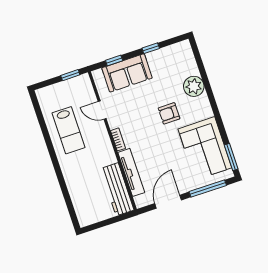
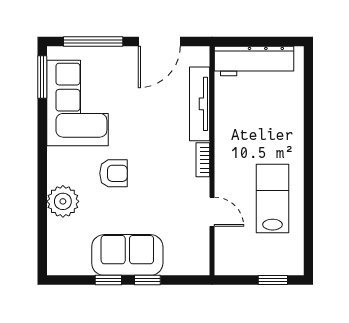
window: (114, 61) -> (147, 280), moved
sofa: (127, 73) -> (127, 255), moved
window: (70, 75) -> (273, 280), moved
workbench: (117, 189) -> (254, 61), moved, turned 90

